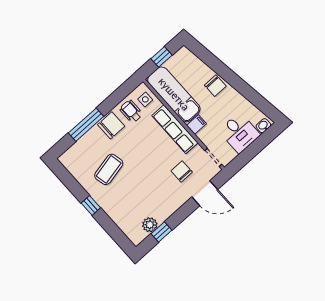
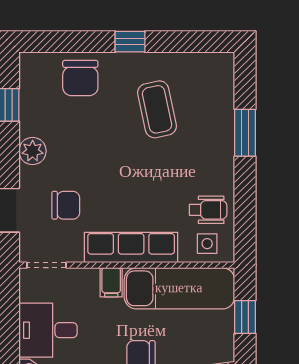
window: (86, 125) -> (245, 133), width x0.69
chair: (111, 125) -> (80, 78), moved
plant: (150, 225) -> (33, 151), moved

